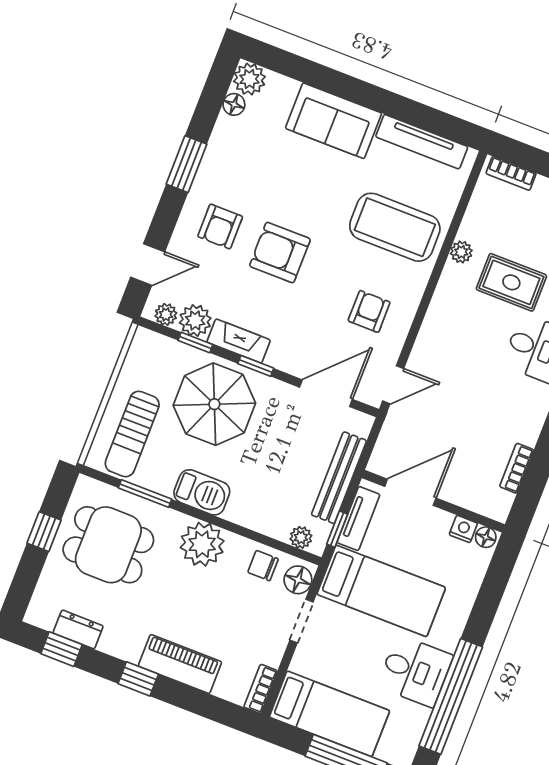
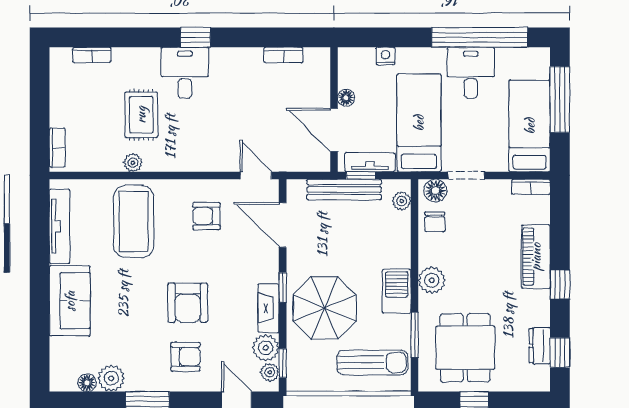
plant: (249, 79) -> (111, 378), moved
window: (195, 343) -> (283, 363), moved
window: (337, 529) -> (361, 175), moved
nightstand: (463, 529) -> (386, 56), moved, turned 90
floor lamp: (486, 537) -> (346, 98), moved
plant: (202, 544) -> (432, 280), width x0.73, depth x0.73

